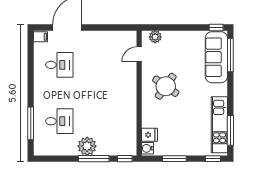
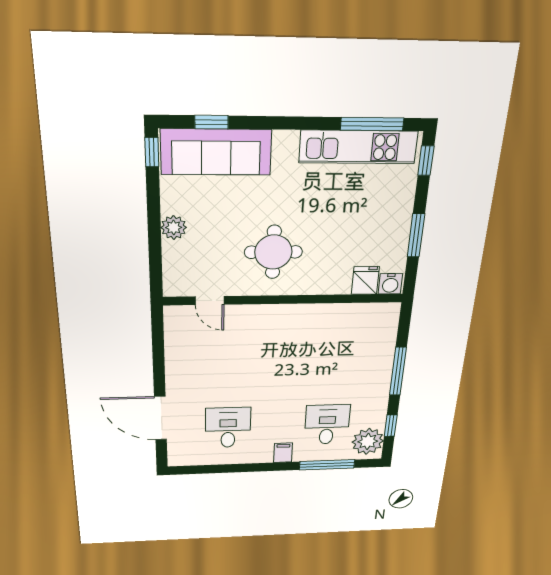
filing cabinet: (41, 37) -> (283, 453), moved
plant: (155, 37) -> (174, 227), moved
window: (230, 55) -> (211, 122), width x0.46
round table: (166, 86) -> (273, 252), turned -35
plant: (87, 146) -> (368, 441), moved
window: (125, 159) -> (391, 426), moved

